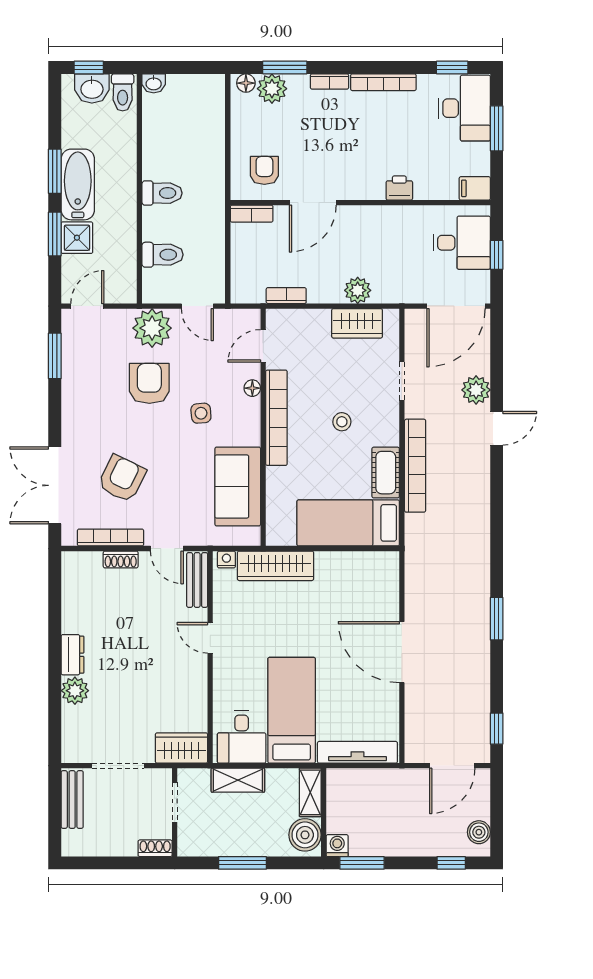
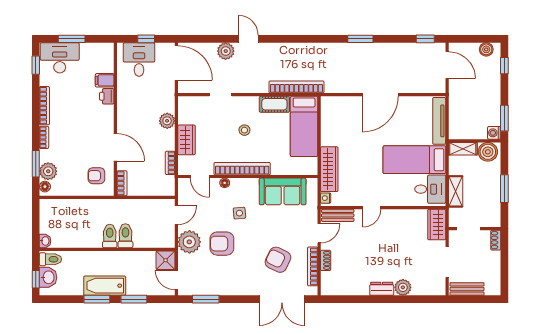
filing cabinet: (475, 188) -> (105, 80), moved, turned 90
shower: (77, 238) -> (166, 260), moved
toilet: (162, 255) -> (125, 236), moved
wardrobe: (357, 323) -> (186, 140), moved
bookcase: (415, 466) -> (296, 87), moved

